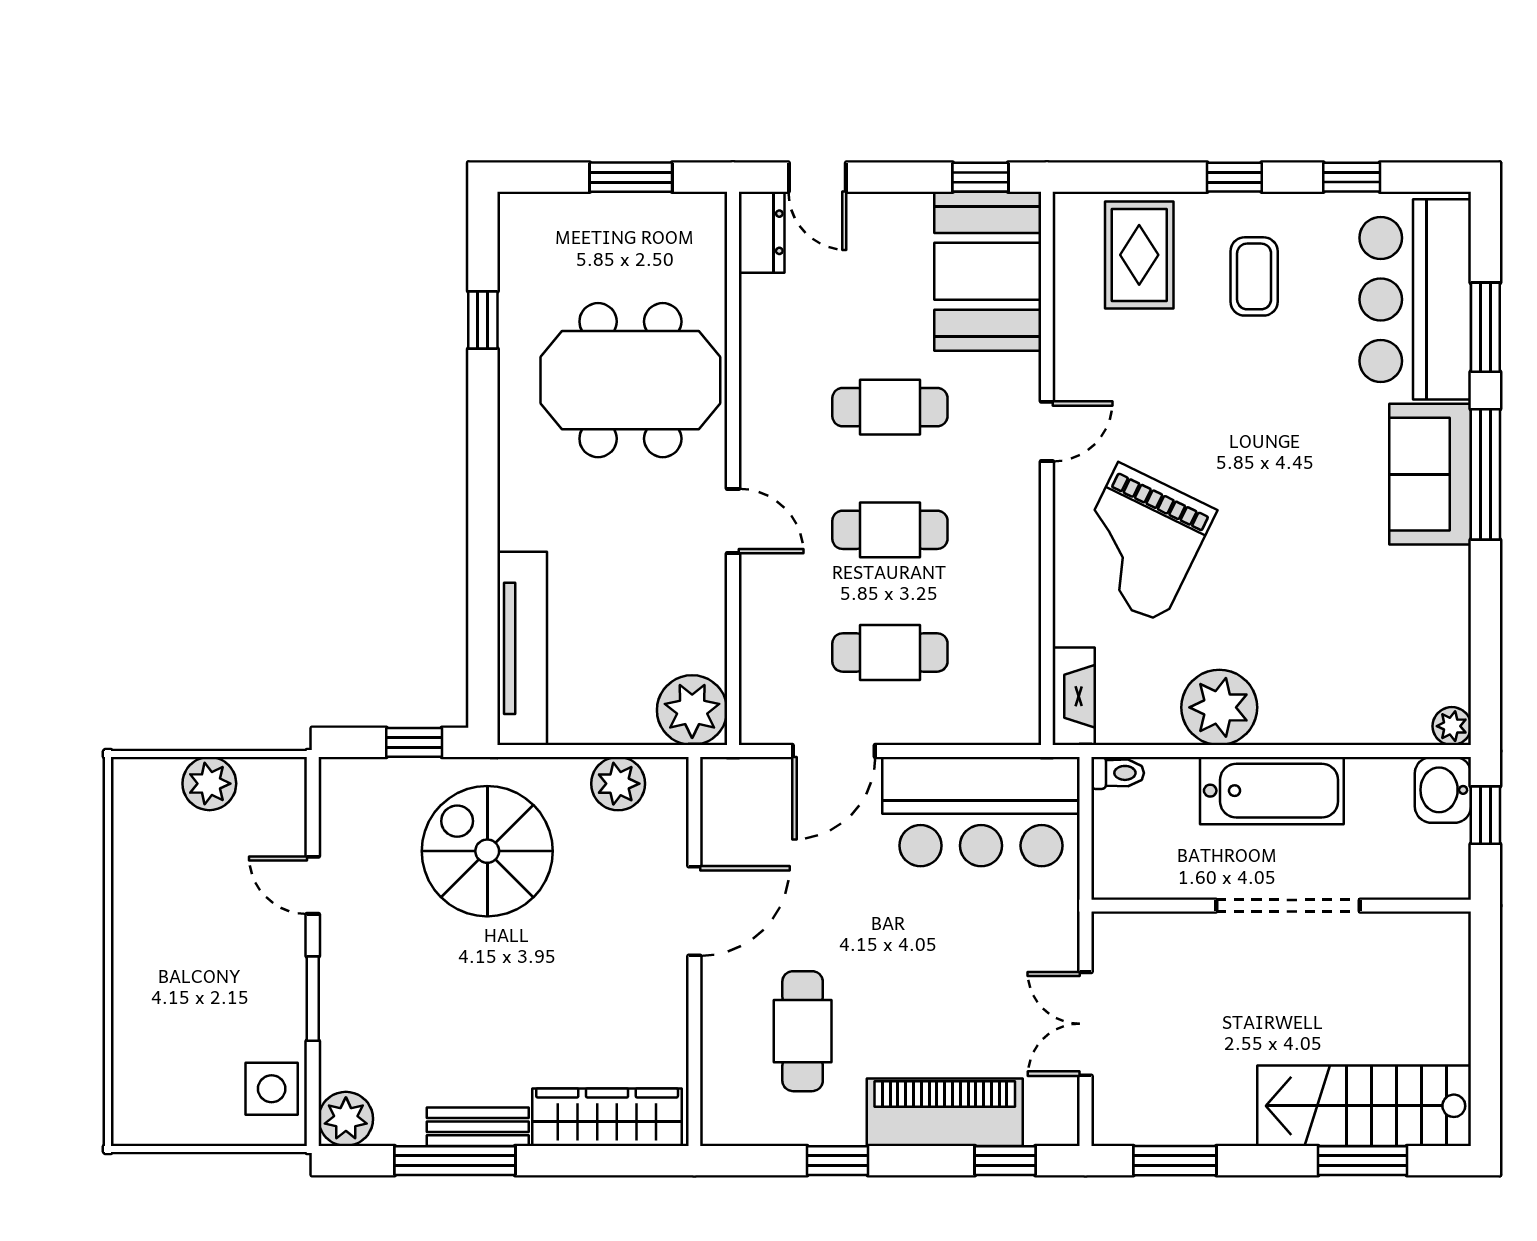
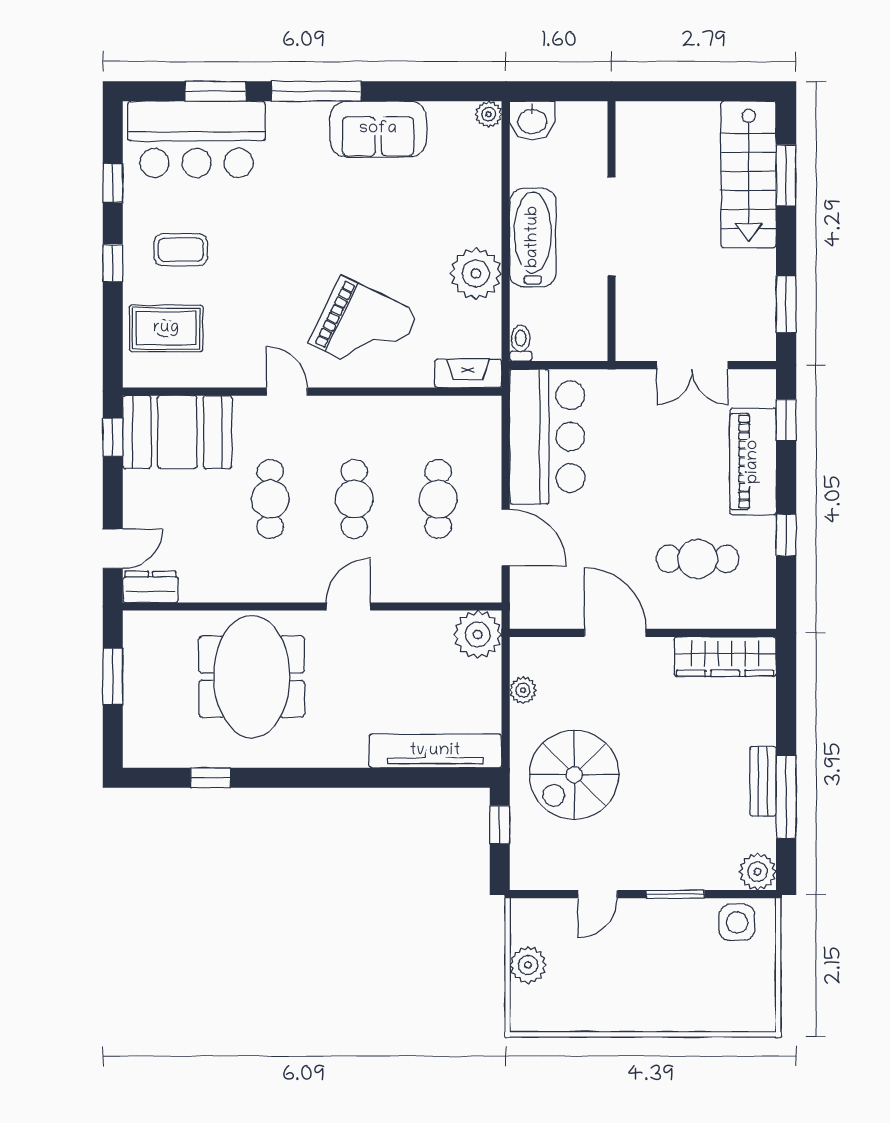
sofa: (1430, 474) -> (378, 129), moved
plant: (618, 784) -> (523, 690), width x0.73, depth x0.73
window: (1485, 815) -> (550, 91), removed
wardrobe: (607, 1117) -> (725, 657), moved, turned -90

